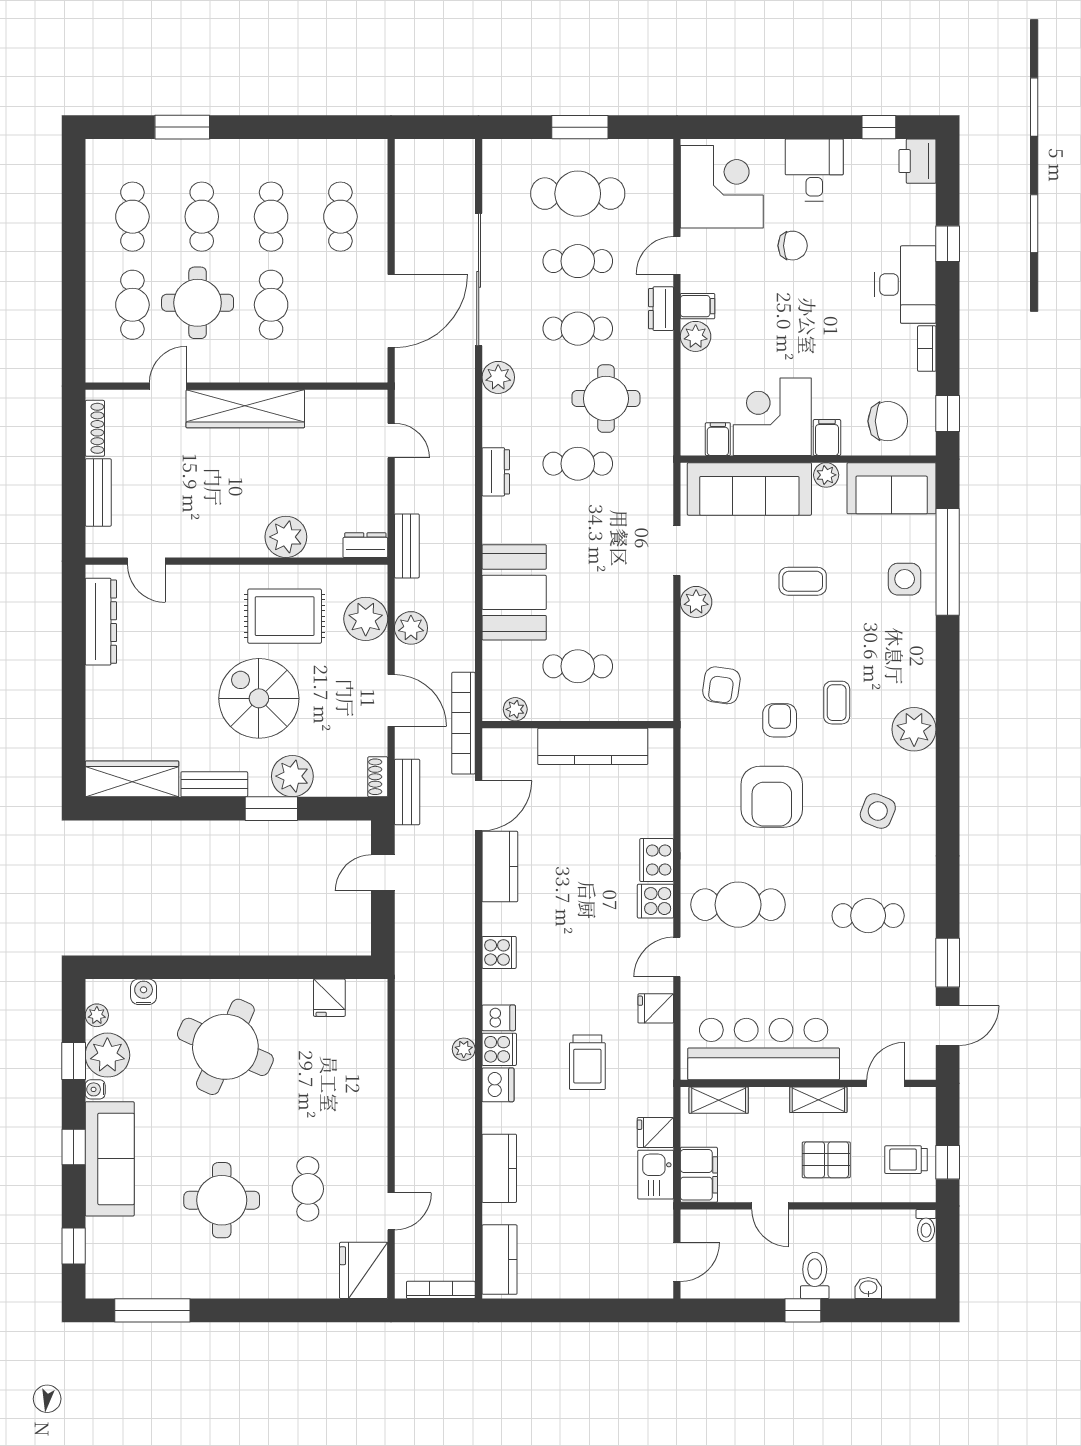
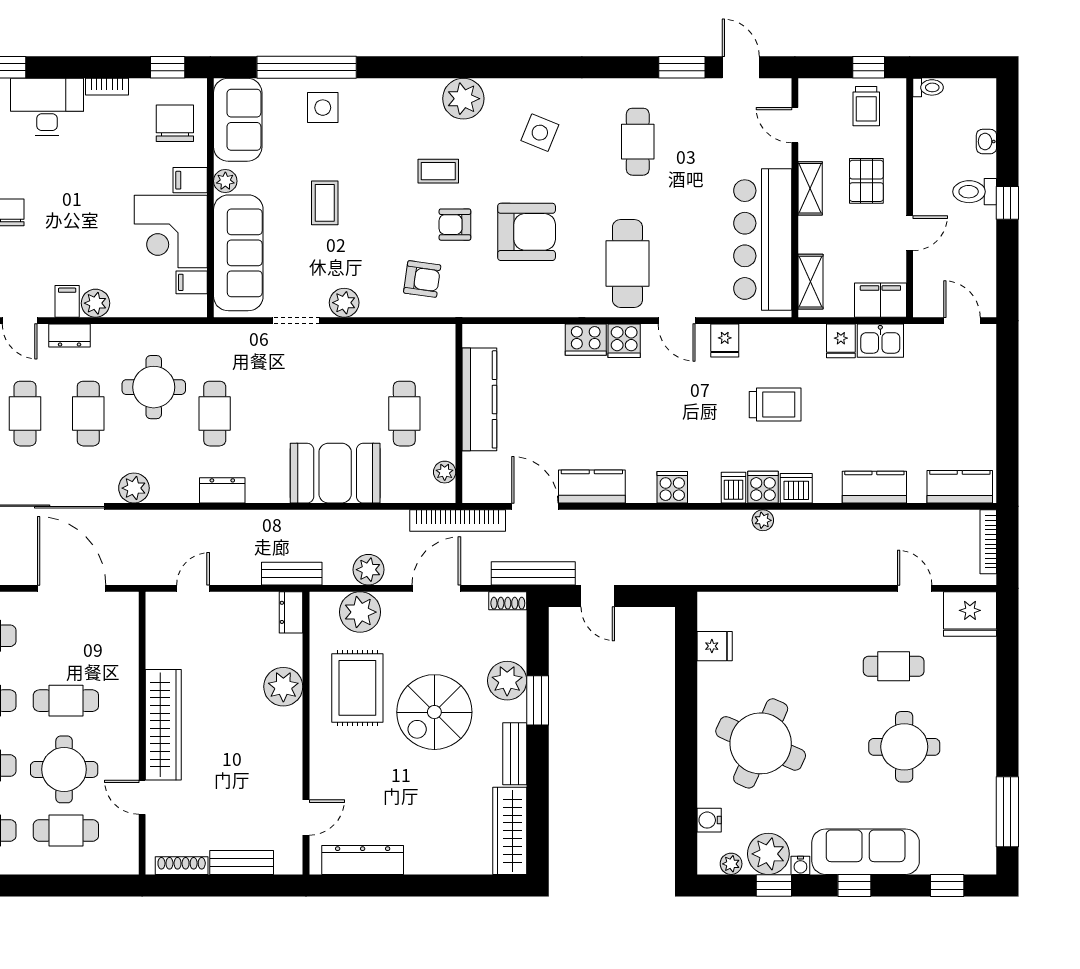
bench: (407, 792) -> (533, 573), width x1.36

